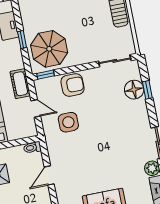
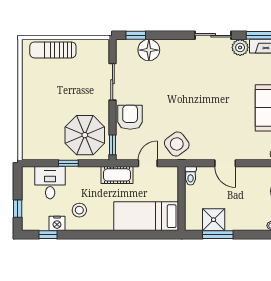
sliding door: (115, 61) -> (113, 82), moved
window: (147, 90) -> (136, 35), moved
side table: (68, 122) -> (177, 144), moved, turned -37

